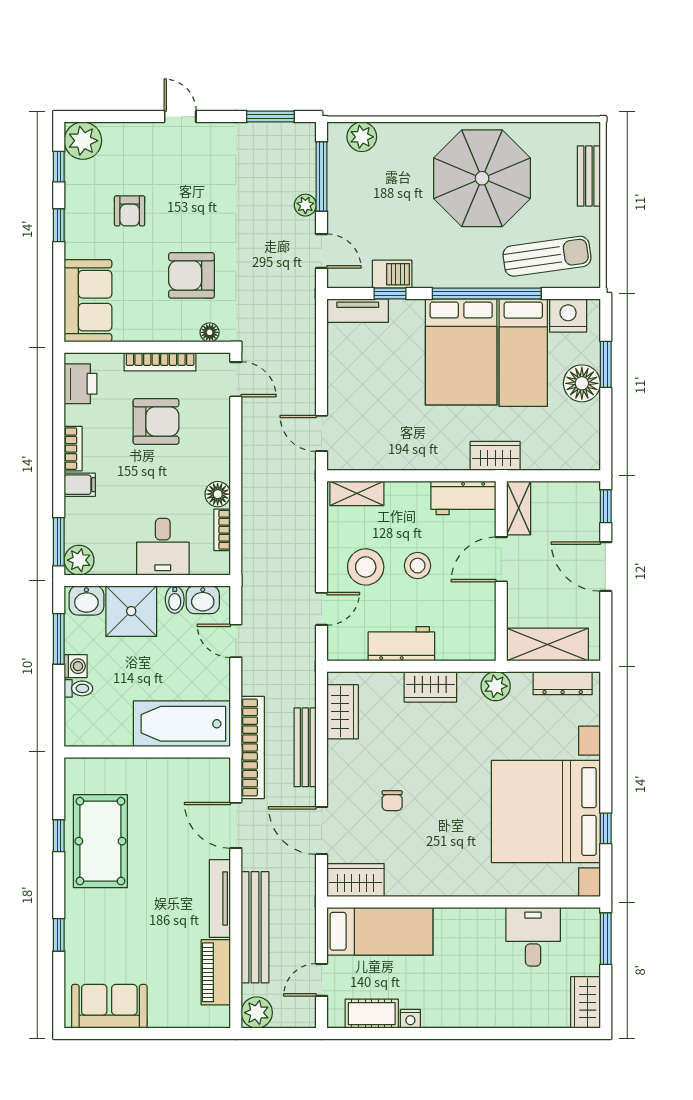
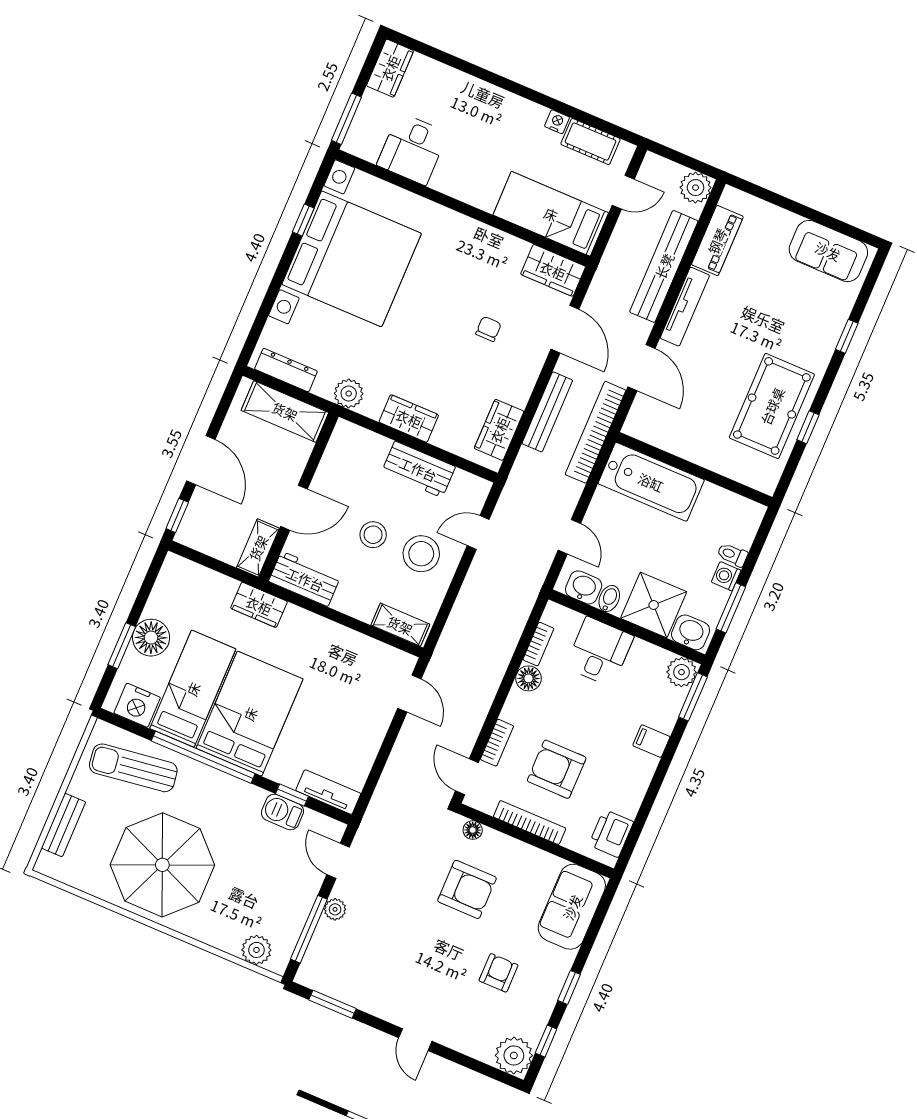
bookcase: (73, 449) -> (497, 743), moved, turned 180

